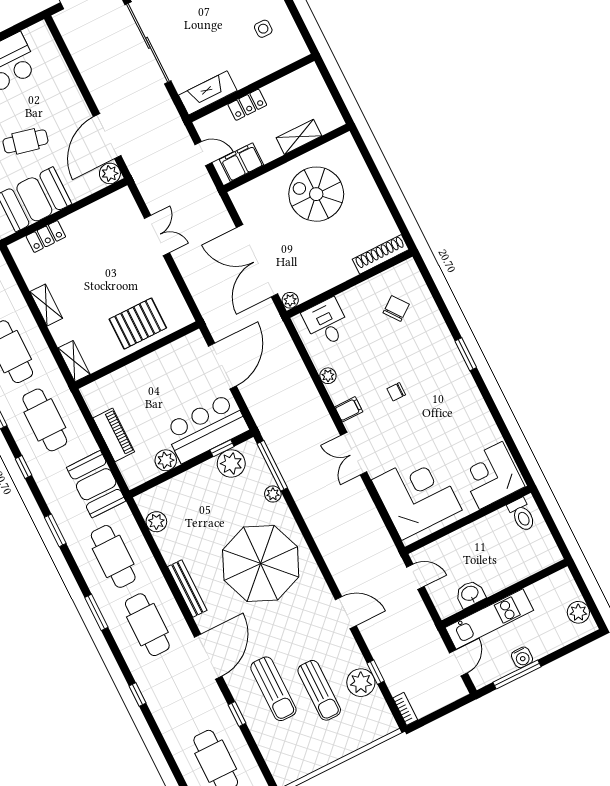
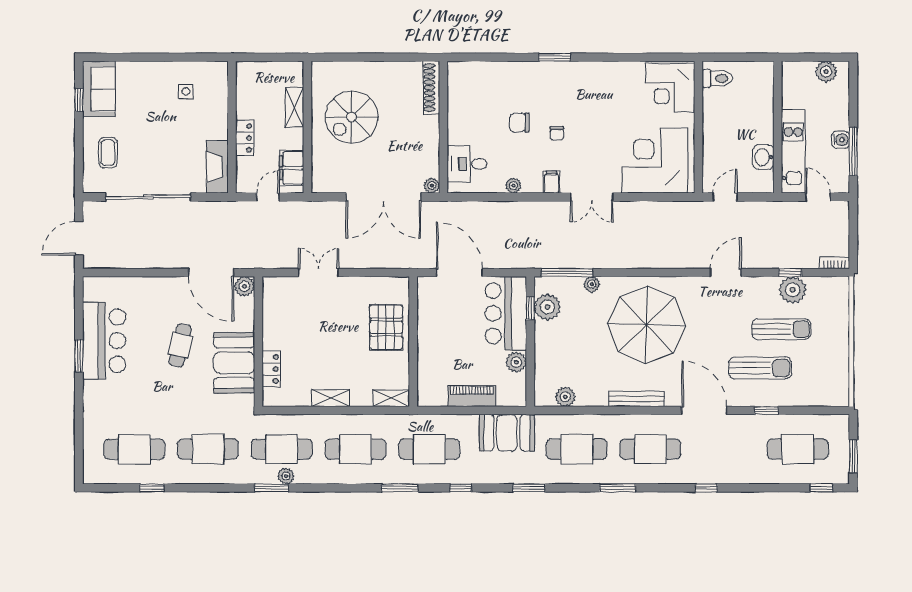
chair: (396, 309) -> (519, 123), moved, turned -53

